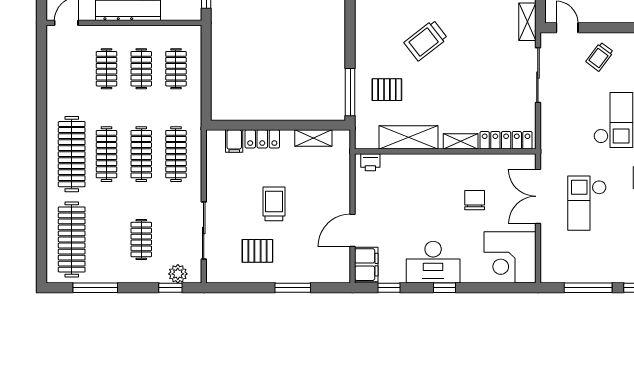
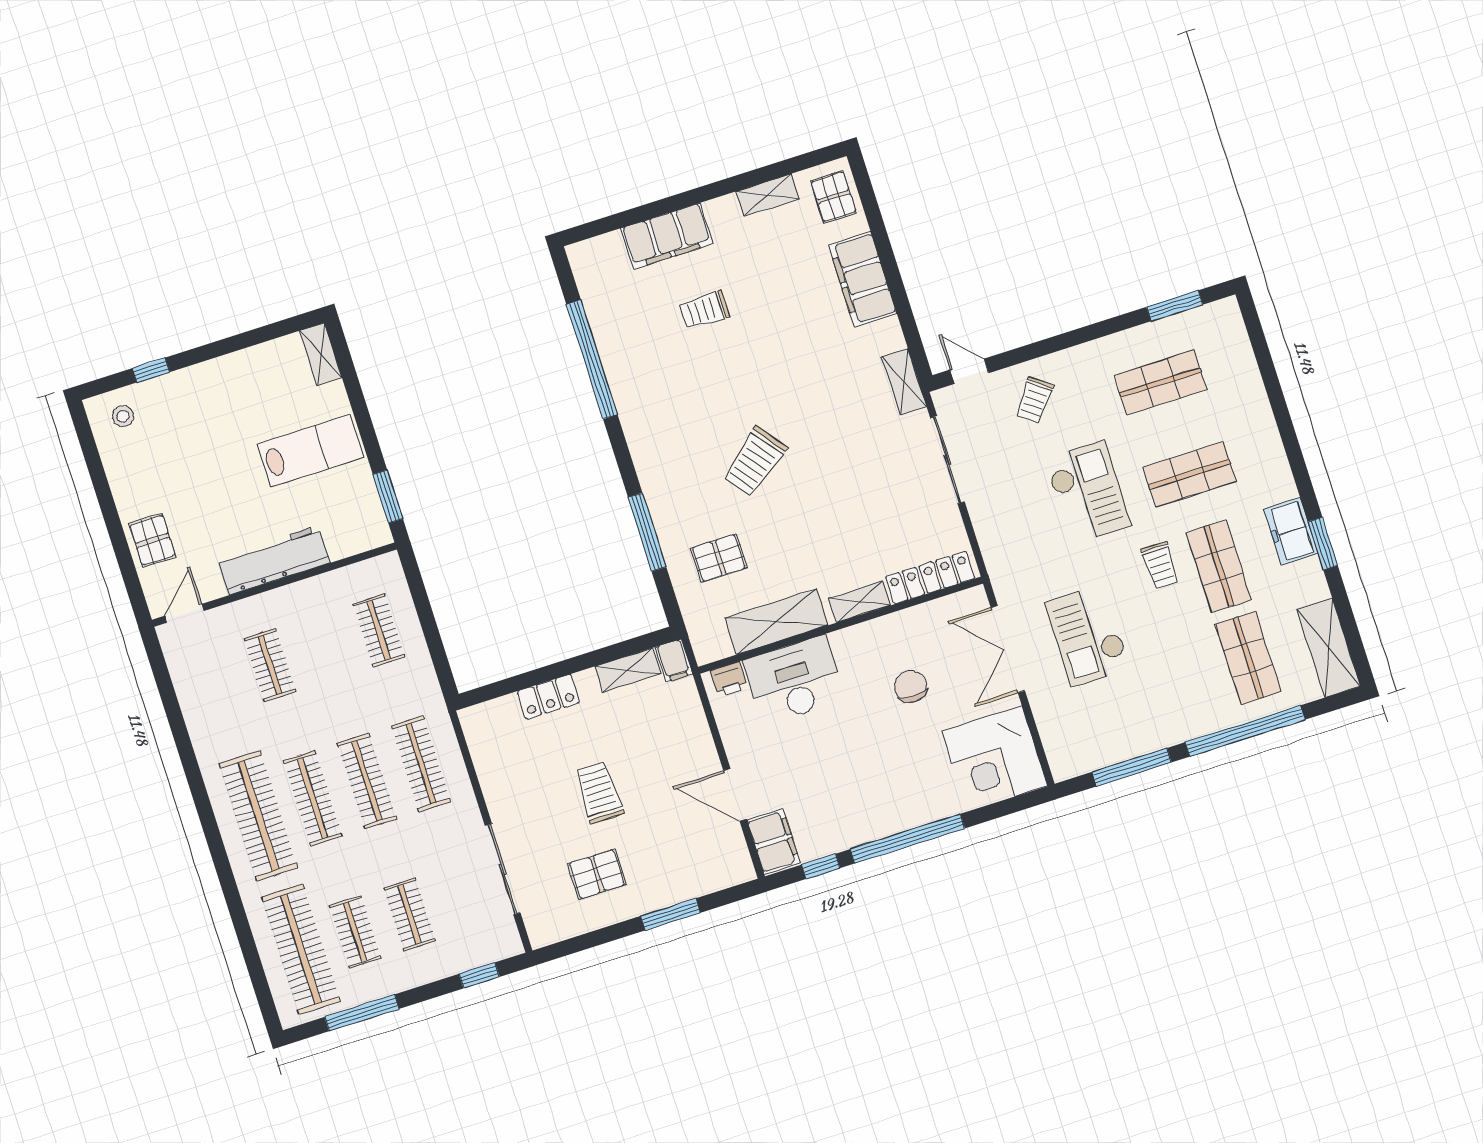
clothes rail: (141, 69) -> (355, 932), moved
window: (350, 92) -> (647, 532), moved
filing cabinet: (234, 141) -> (674, 661), moved
door: (352, 230) -> (735, 795), hinge flipped
desk: (433, 262) -> (794, 680), moved, turned 180
plant: (178, 274) -> (484, 950), removed
window: (444, 288) -> (907, 839), width x3.17

